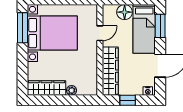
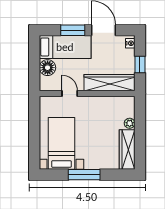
window: (160, 26) -> (73, 30), moved
window: (23, 28) -> (84, 175), moved
bed with nightstands: (52, 33) -> (61, 143), width x0.73

